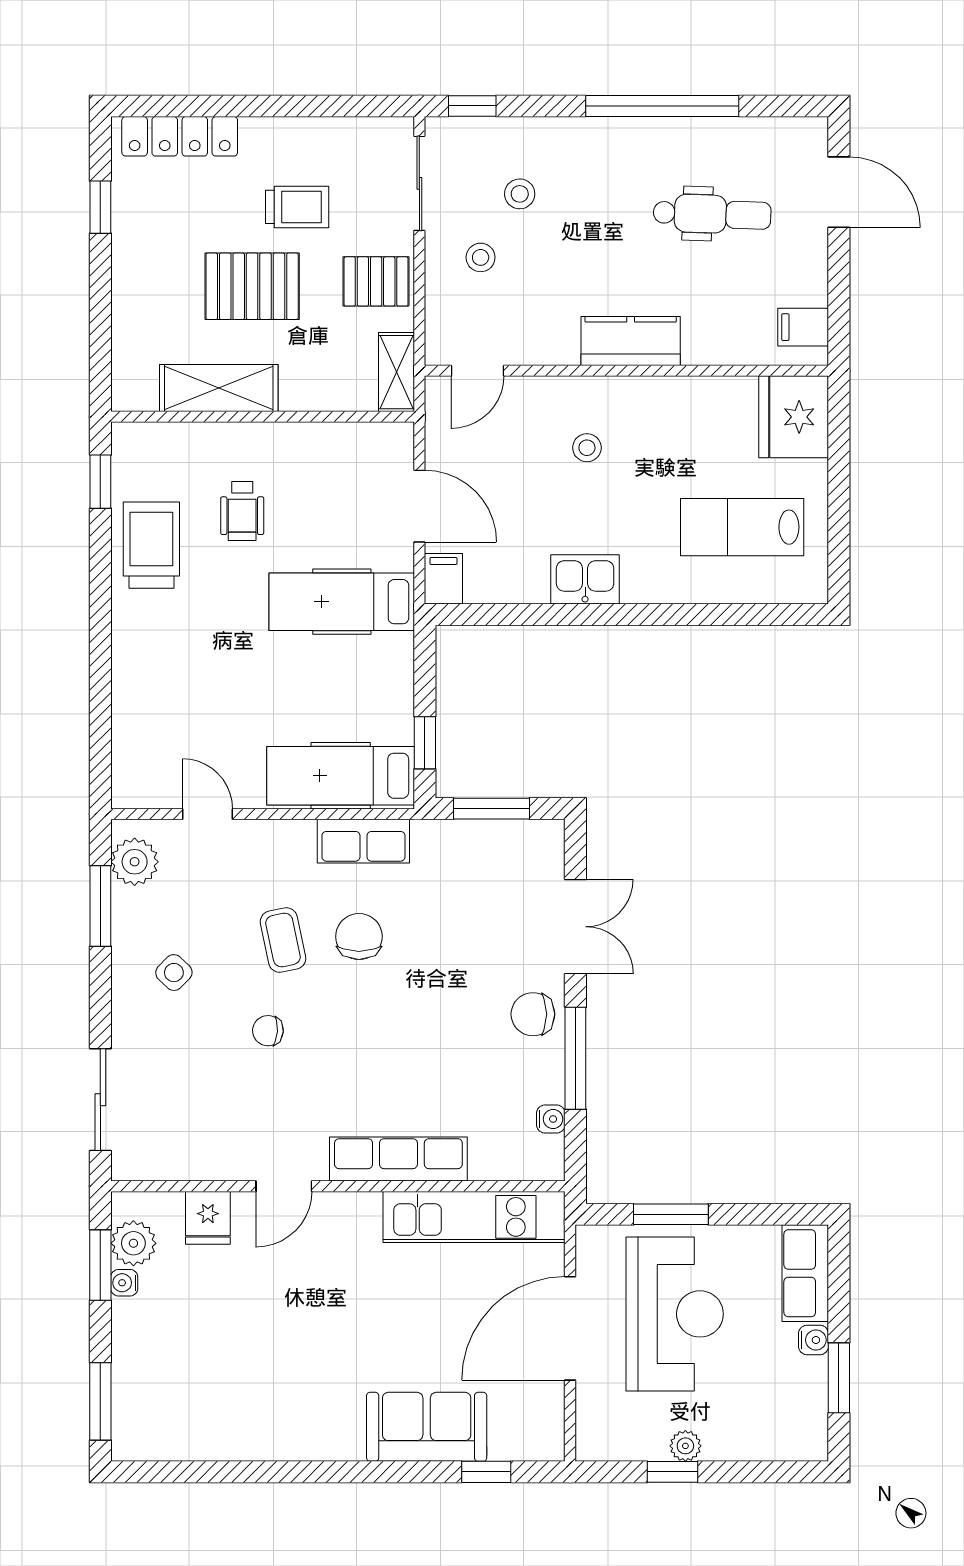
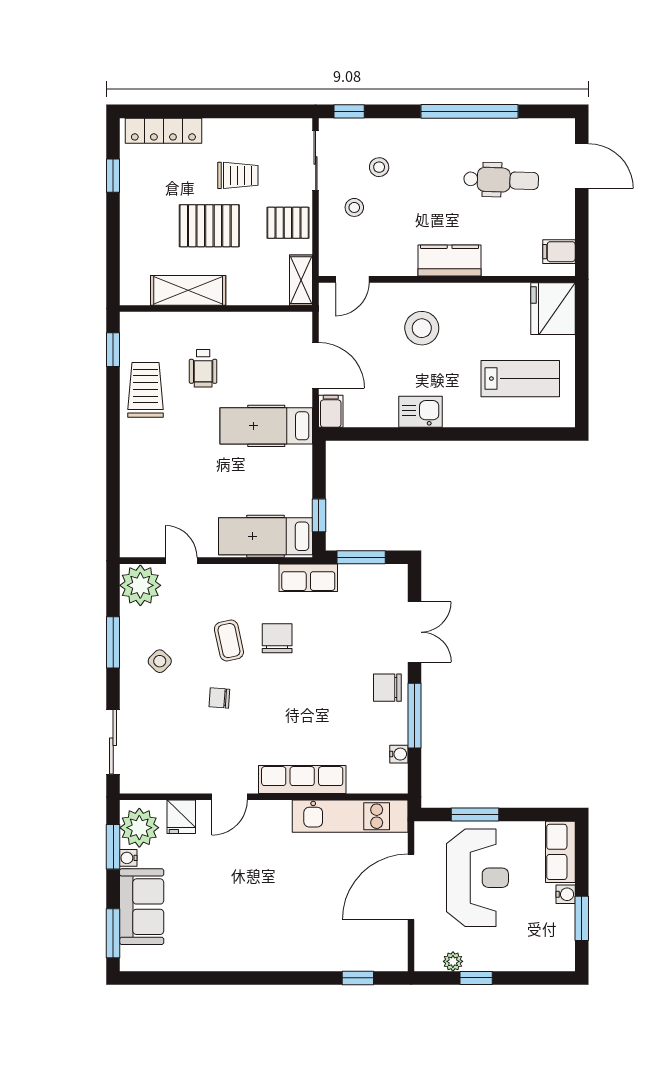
stool: (587, 448) -> (422, 328), width x1.89, depth x1.89
lab bench: (742, 527) -> (520, 379), turned 180
row of seats: (363, 841) -> (308, 578), moved
plant: (135, 862) -> (140, 585), width x1.36, depth x1.36
window: (100, 906) -> (113, 642), moved
plant: (133, 1243) -> (139, 828), width x1.36, depth x1.36
sofa: (427, 1427) -> (142, 907), moved, turned 90
plant: (685, 1446) -> (453, 961), moved

